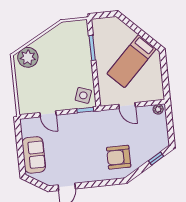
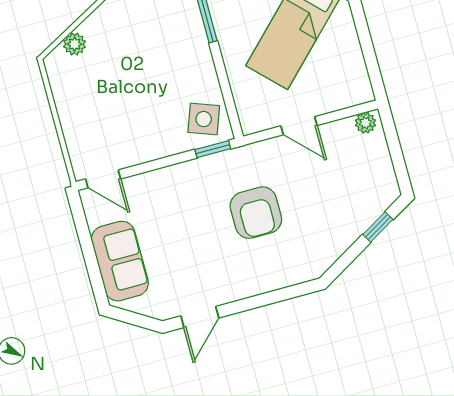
plant: (28, 57) -> (75, 44), width x0.53, depth x0.53
door: (48, 114) -> (103, 179), moved
armchair: (119, 157) -> (256, 213), moved, turned -90

